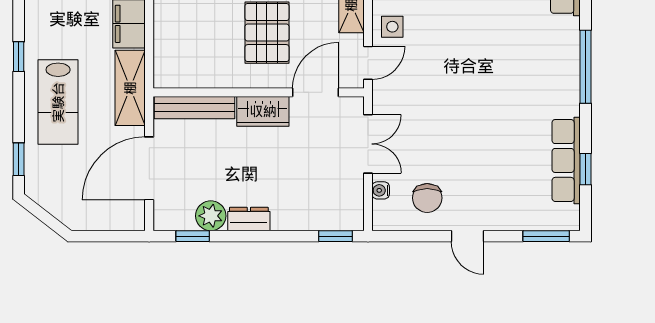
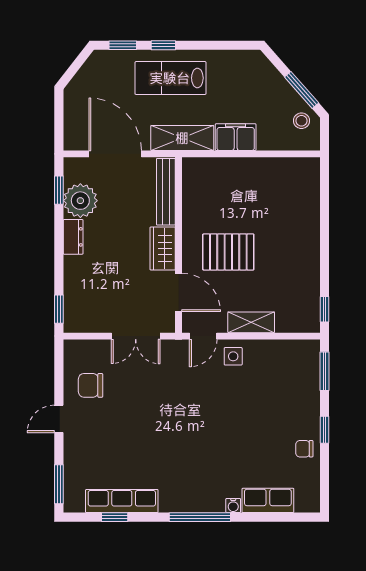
window: (19, 57) -> (163, 45), moved
door: (368, 63) -> (203, 336), hinge flipped
water cooler: (381, 190) -> (233, 506), moved, turned 180
plant: (211, 216) -> (80, 201), width x1.36, depth x1.36

